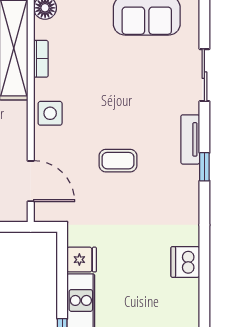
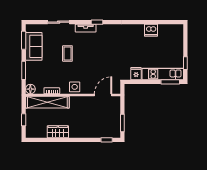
coffee table: (118, 161) -> (67, 53), moved
dishwasher: (185, 262) -> (151, 30), moved

